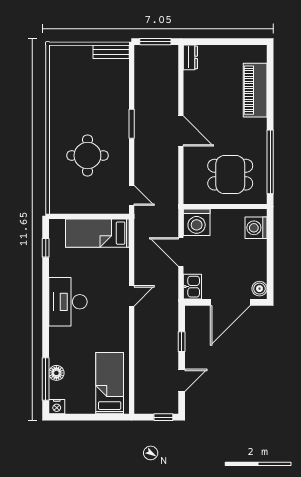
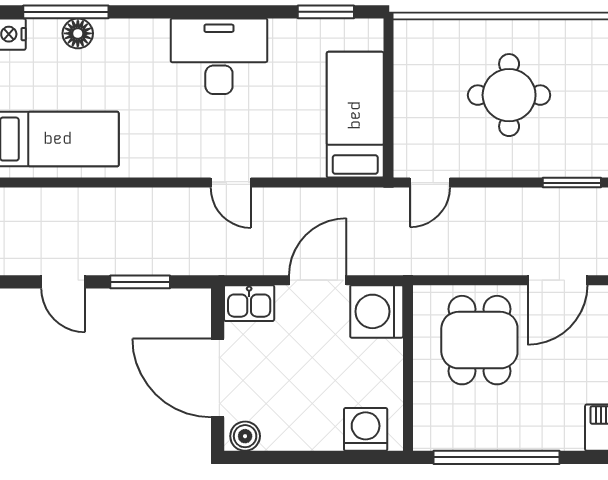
dining table: (230, 175) -> (479, 340), moved
window: (46, 248) -> (326, 12), width x1.50
window: (182, 342) -> (140, 282), width x1.50

